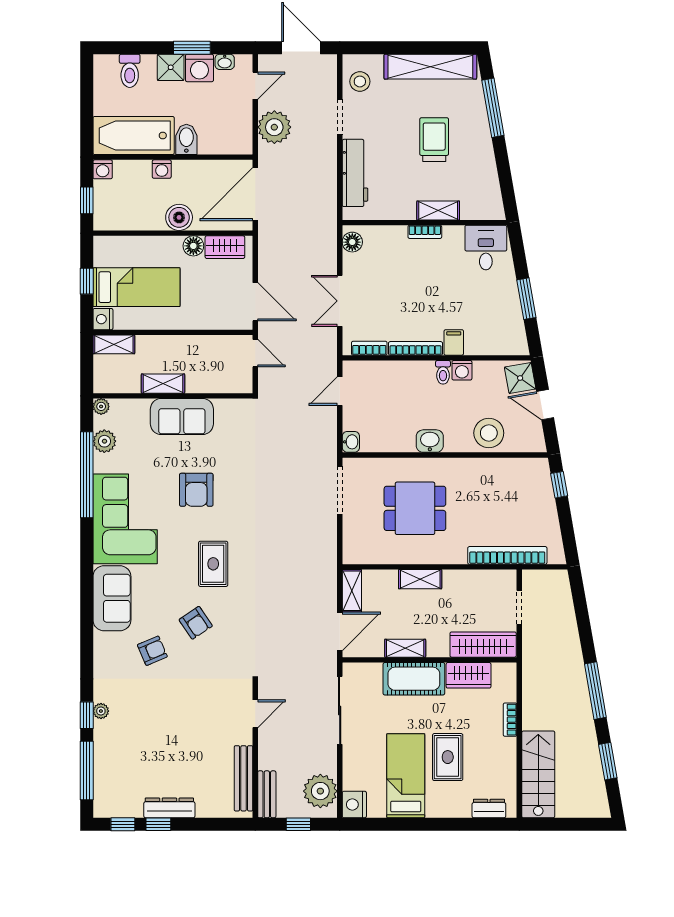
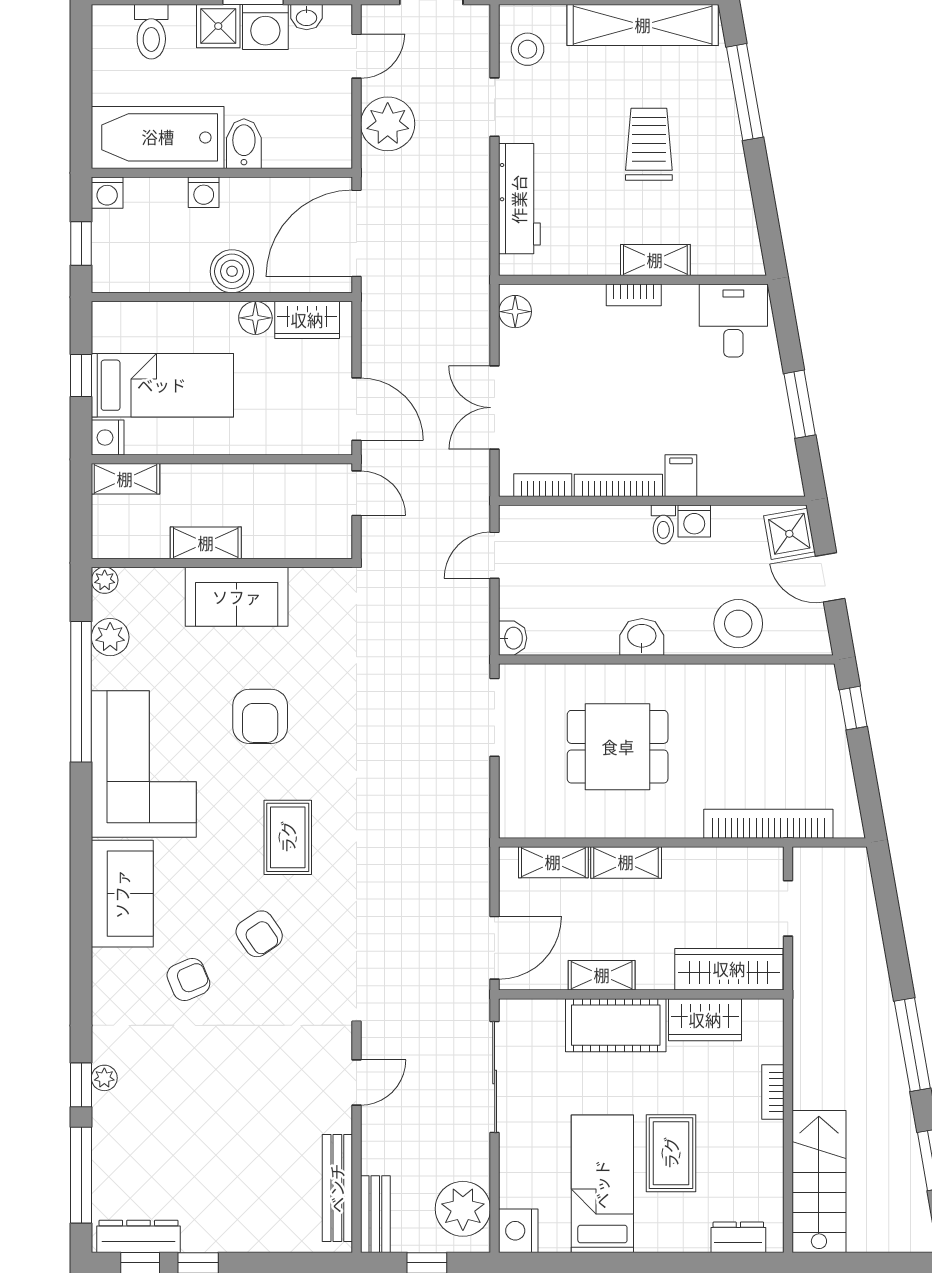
shelving: (352, 591) -> (553, 862), moved, turned 90
dresser: (169, 808) -> (139, 1236), moved

